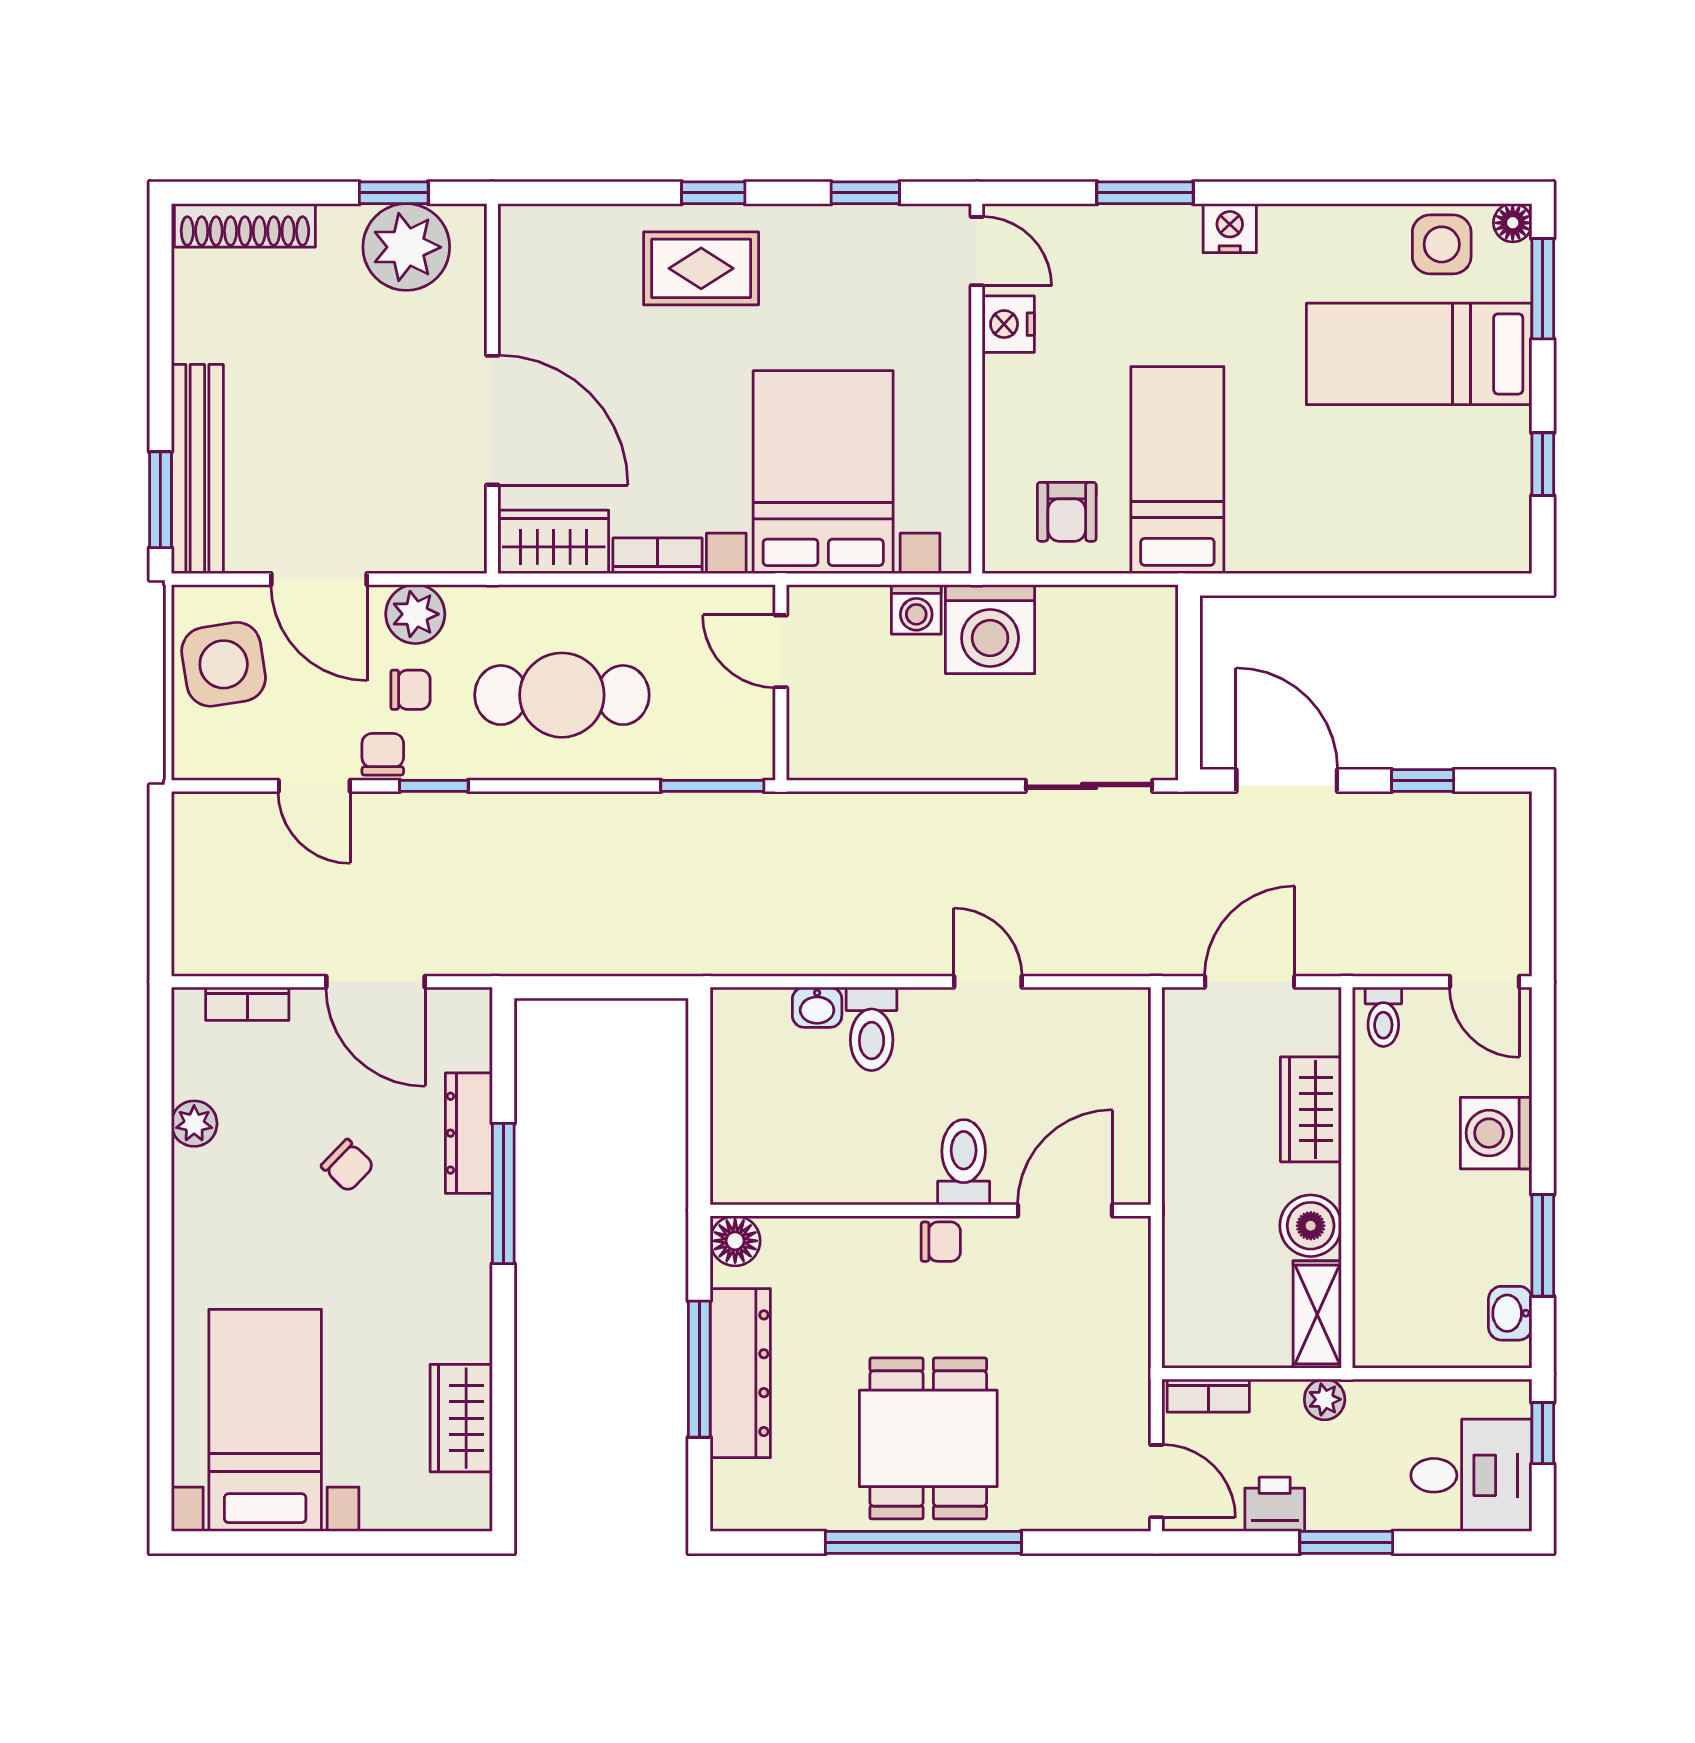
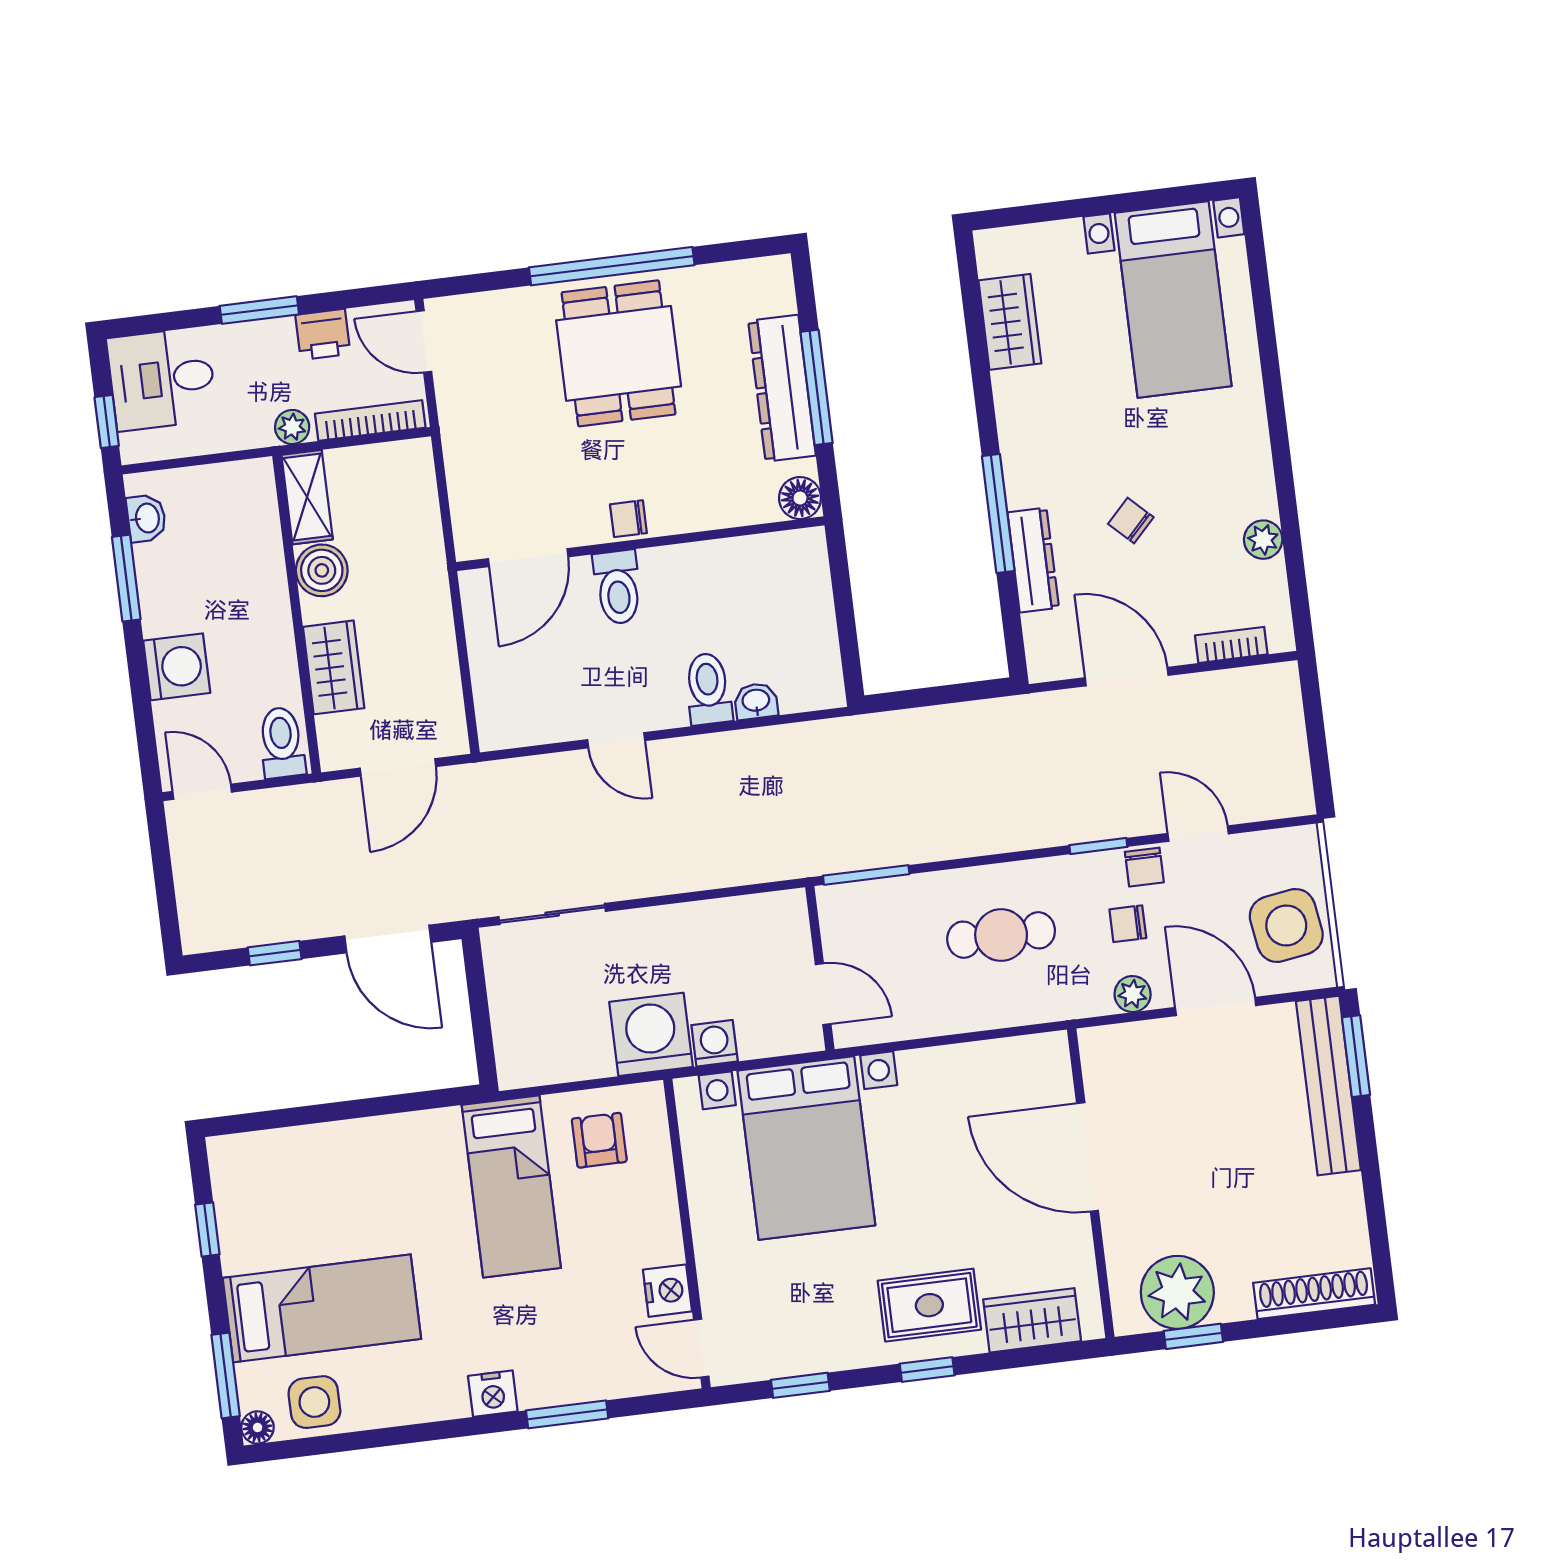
wardrobe: (554, 542) -> (1032, 1320), moved, turned 180
bookcase: (658, 556) -> (936, 1061), removed
plant: (415, 614) -> (1133, 994), width x0.73, depth x0.73
cafe table: (562, 695) -> (1001, 935), width x0.73, depth x0.74
toilet: (1383, 1017) -> (282, 742), width x1.37, depth x1.39
bookcase: (1208, 1396) -> (370, 421), width x1.56

